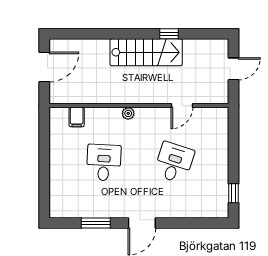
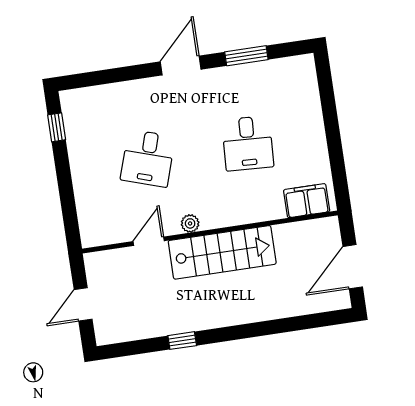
stairs: (146, 52) -> (222, 252), moved, turned 180
plant: (128, 113) -> (190, 223), moved
filing cabinet: (77, 117) -> (307, 201), width x2.00

